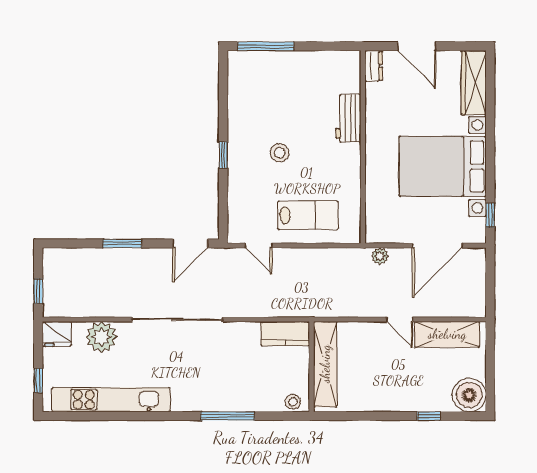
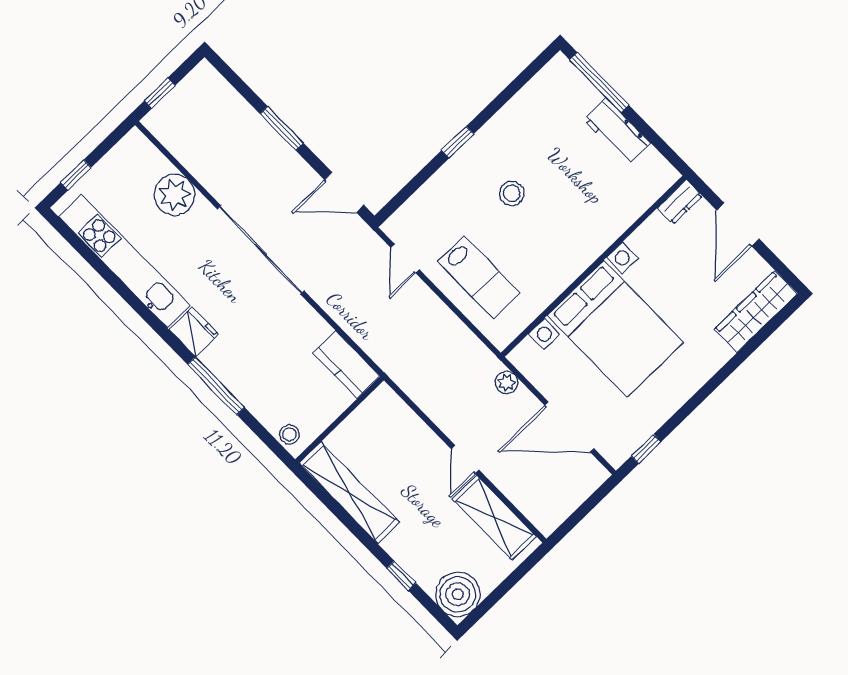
workbench: (348, 118) -> (617, 132), moved, turned -90
bed with nightstands: (443, 166) -> (615, 329), moved, turned 180
fridge: (57, 334) -> (194, 332), moved, turned 180
shelving: (325, 364) -> (349, 493), moved, turned 90

